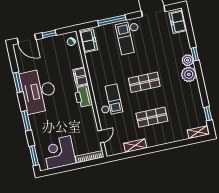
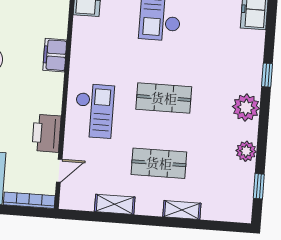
plant: (188, 60) -> (246, 151), moved
printer: (83, 96) -> (46, 133), moved
shelving: (198, 132) -> (182, 210), moved

